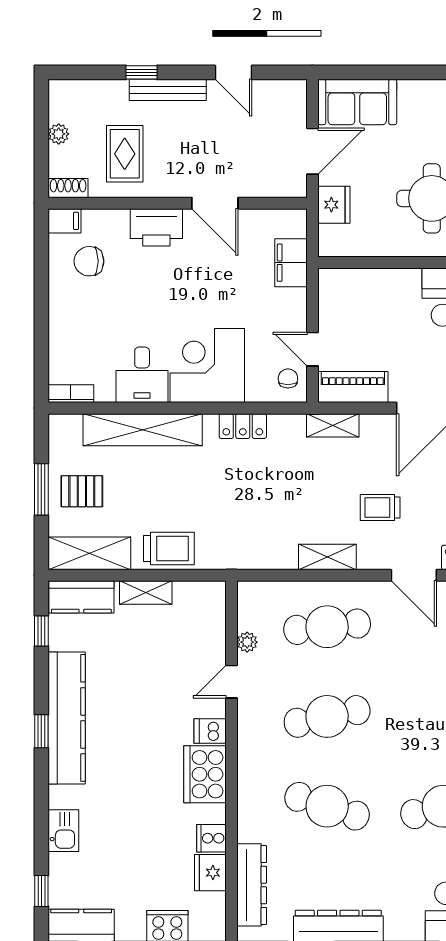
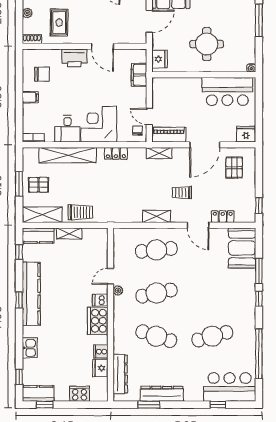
fridge: (334, 205) -> (160, 59), moved
filing cabinet: (65, 221) -> (30, 97), moved
chair: (89, 261) -> (42, 74), turned 180
plant: (247, 642) -> (118, 291), moved

